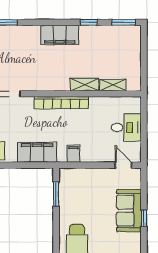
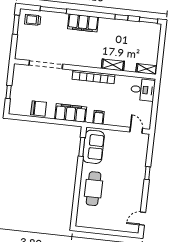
filing cabinet: (60, 35) -> (83, 23), moved
shelving: (113, 85) -> (147, 69), moved
desk: (126, 128) -> (143, 90), moved
sofa: (129, 211) -> (93, 147), moved, turned 180

